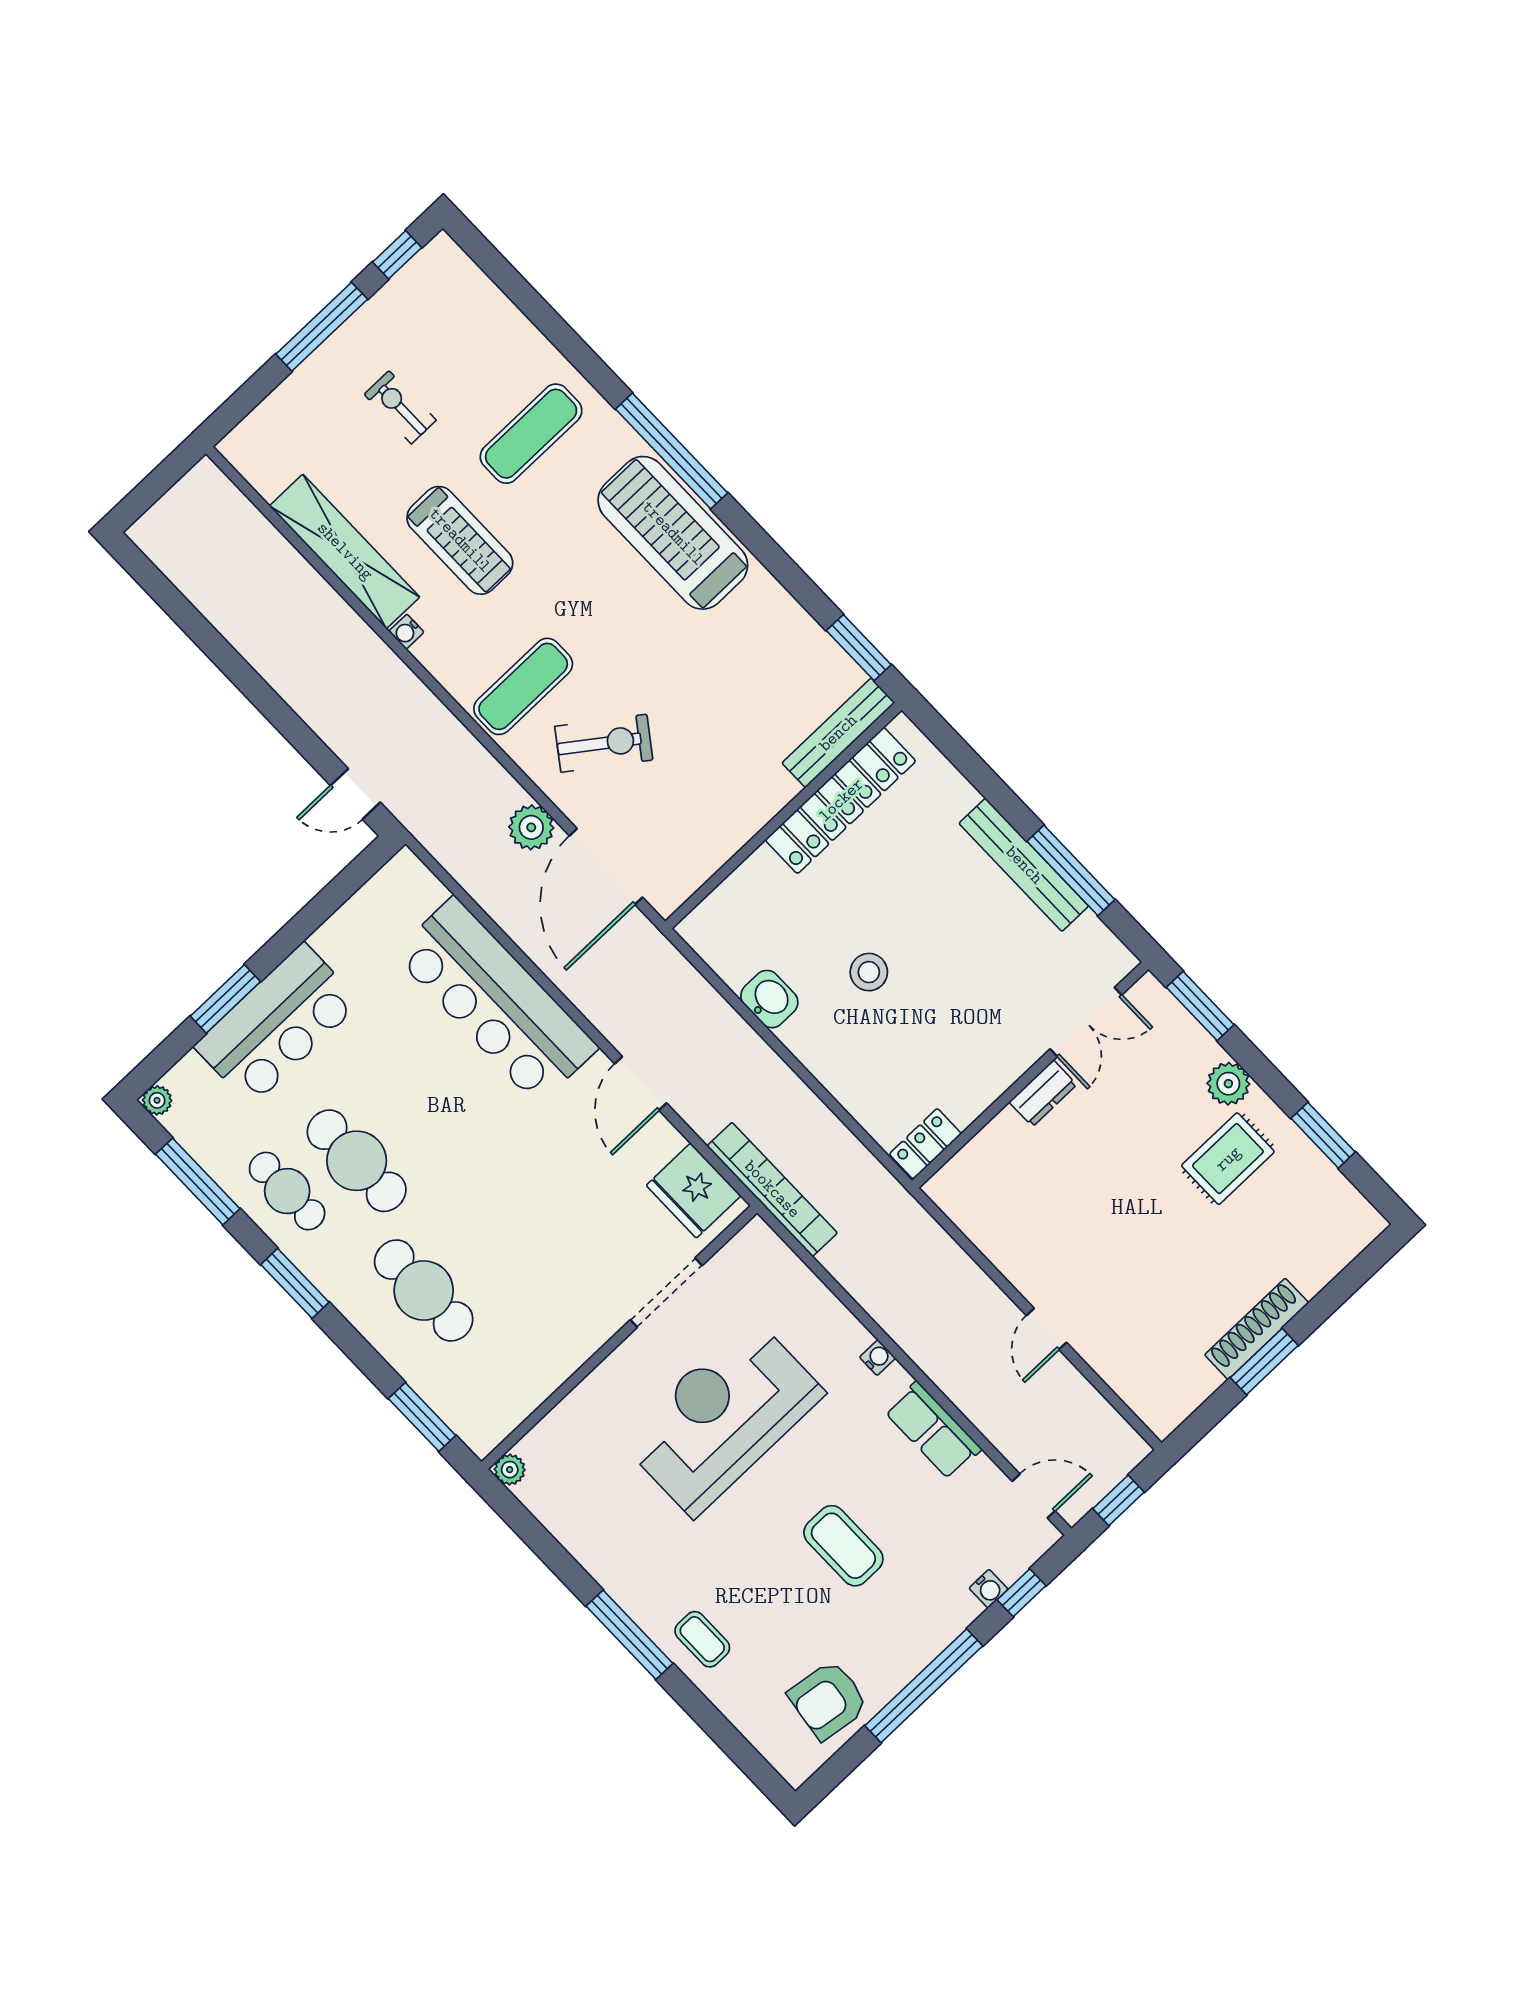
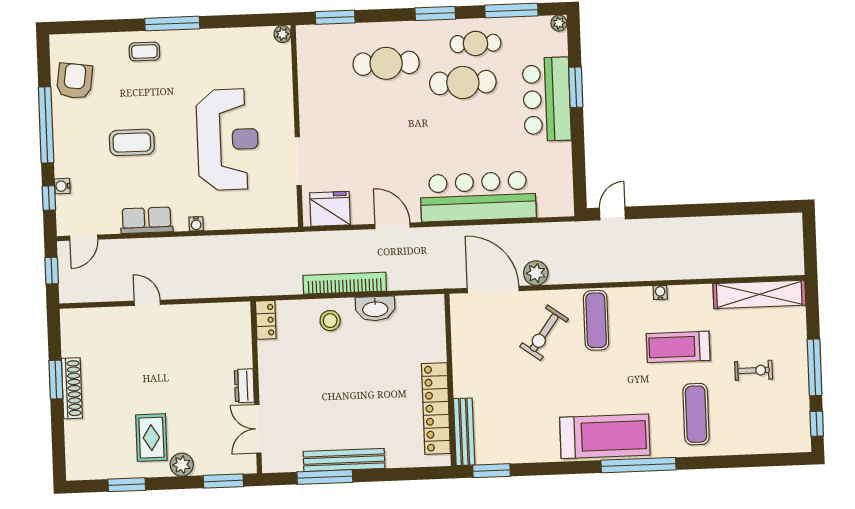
shelving: (345, 551) -> (759, 294), moved
stool: (869, 972) -> (330, 321), moved
washbasin: (769, 999) -> (375, 309), width x1.38
bookcase: (772, 1189) -> (345, 283), moved, turned 180

